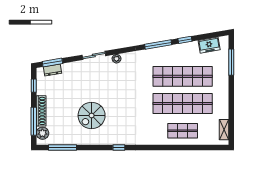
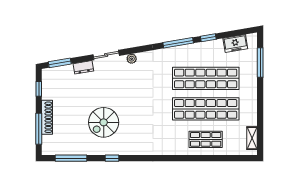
dresser: (53, 70) -> (83, 67), moved
plant: (42, 133) -> (49, 142), removed
window: (119, 147) -> (112, 158), moved

